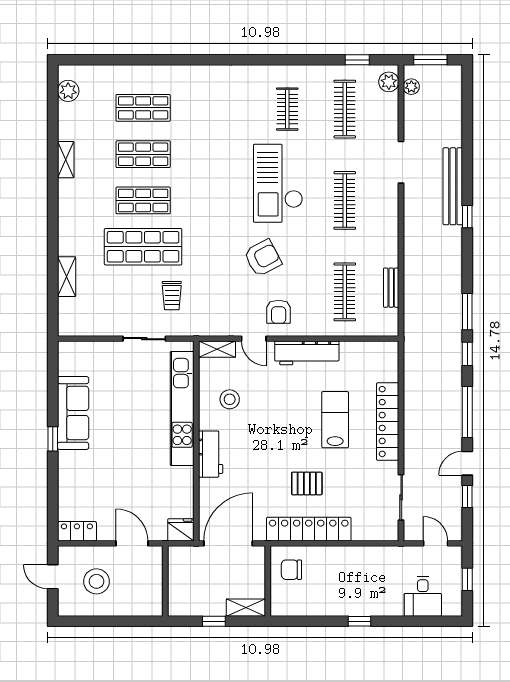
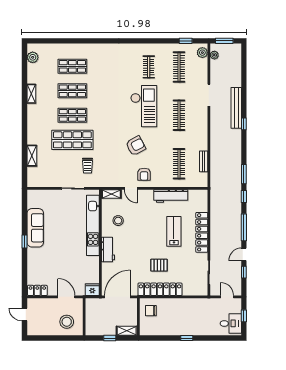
checkout: (278, 183) -> (144, 106), turned 180
workbench: (307, 353) -> (171, 196), moved
stool: (96, 581) -> (67, 322), moved
desk: (423, 596) -> (231, 323), moved, turned -90

